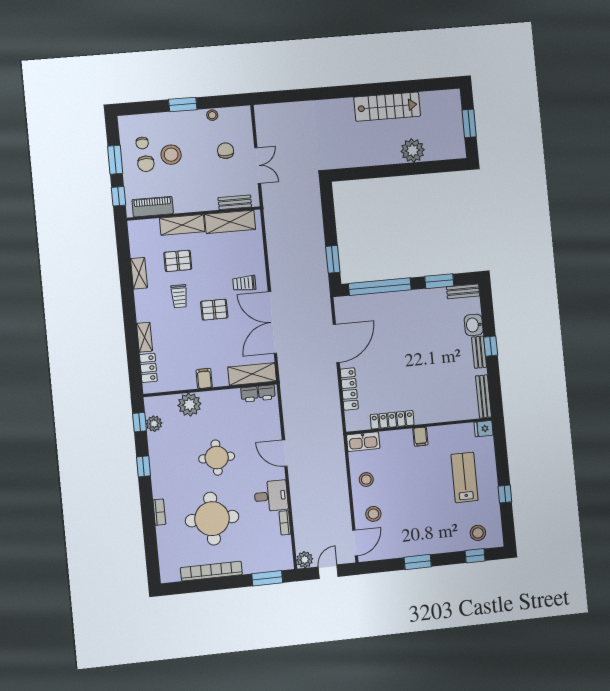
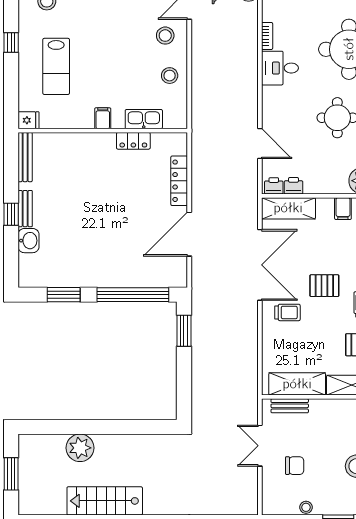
chair: (226, 151) -> (295, 466), turned -90
bench: (463, 291) -> (37, 280), removed
locker: (392, 420) -> (133, 141), width x0.66
kitchen sink: (363, 442) -> (144, 119), moved
door: (285, 453) -> (260, 144), moved

